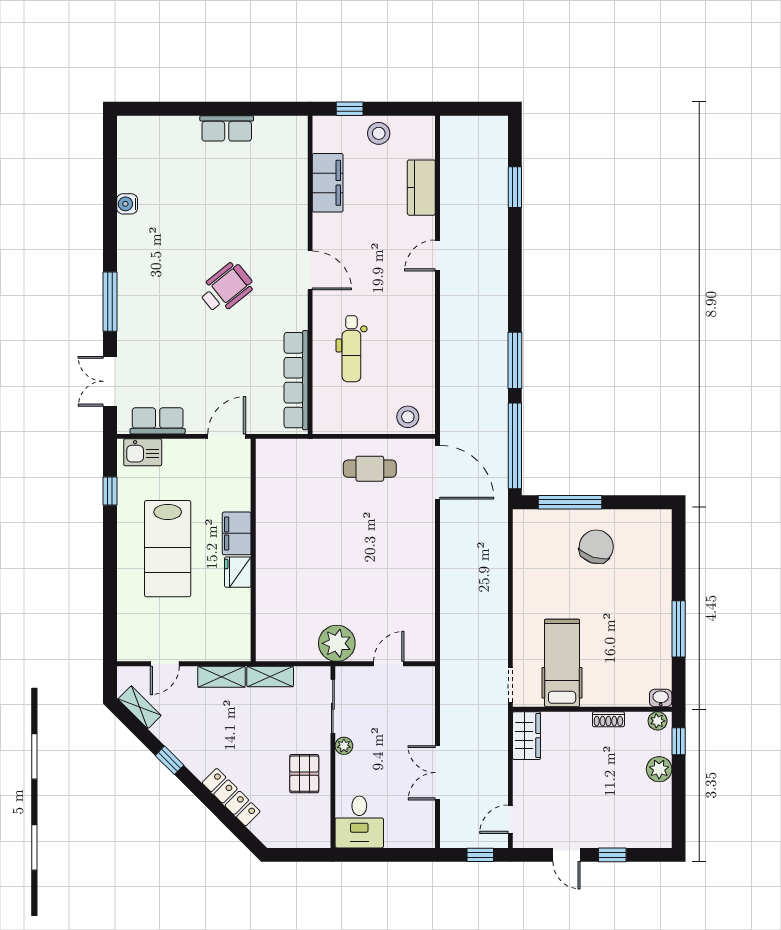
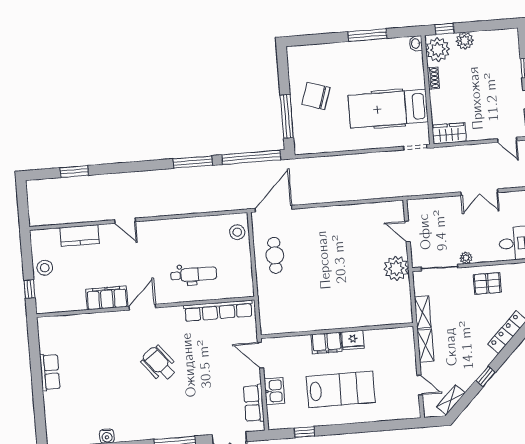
filing cabinet: (328, 183) -> (107, 298), moved
kitchen sink: (143, 452) -> (274, 391), moved
hospital bed: (562, 663) -> (388, 109), width x1.37, depth x1.29
plant: (658, 721) -> (438, 50), width x1.87, depth x1.87

